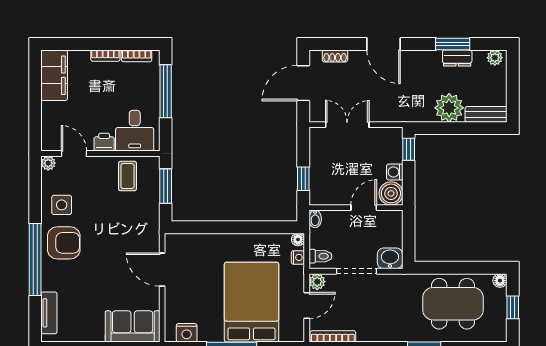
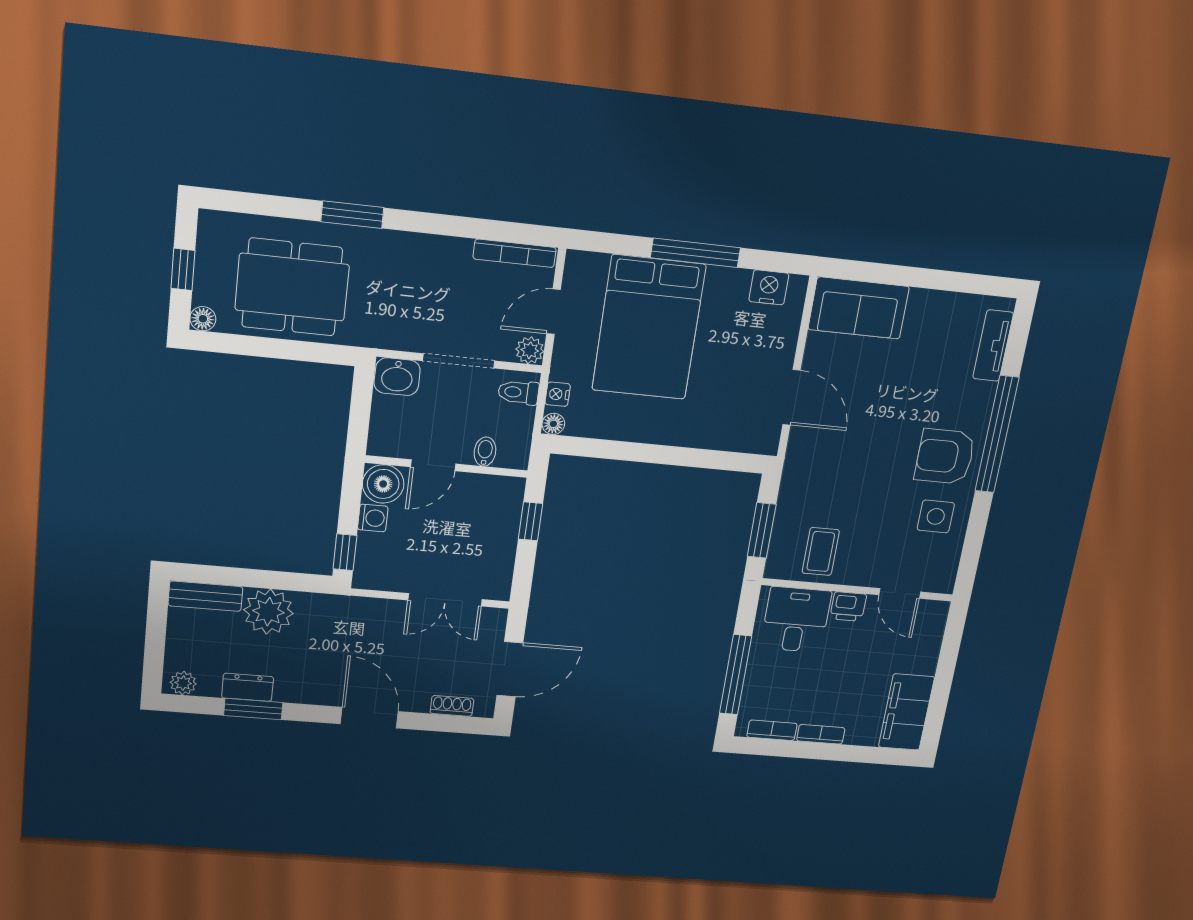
plant: (48, 163) -> (944, 583), removed
bidet: (315, 219) -> (485, 452), moved

